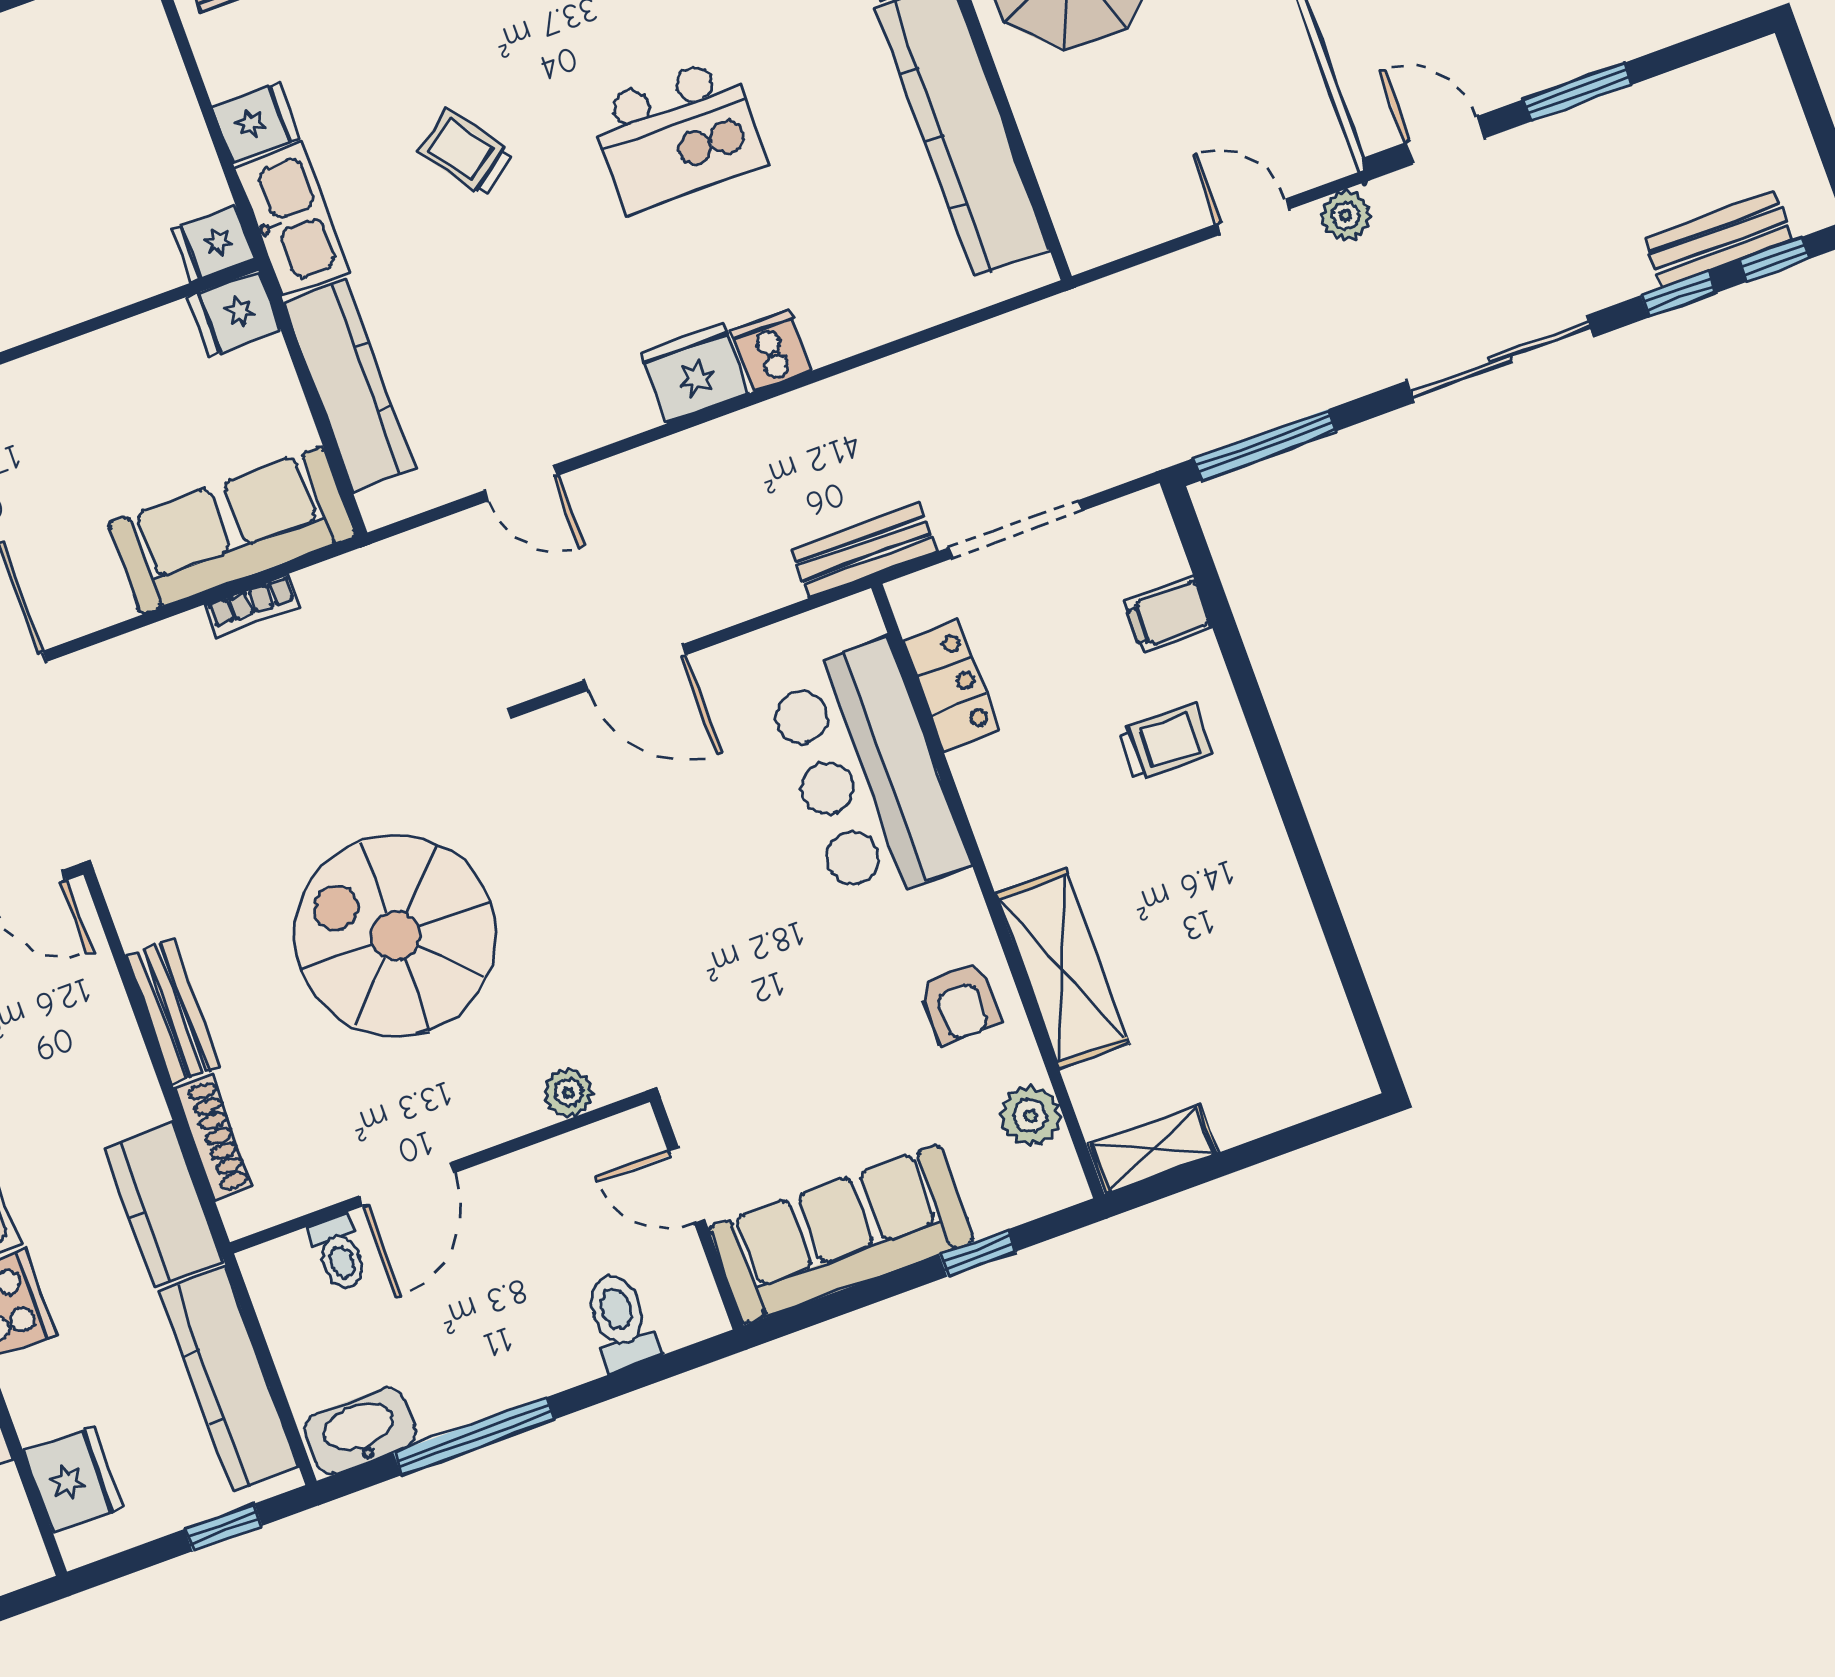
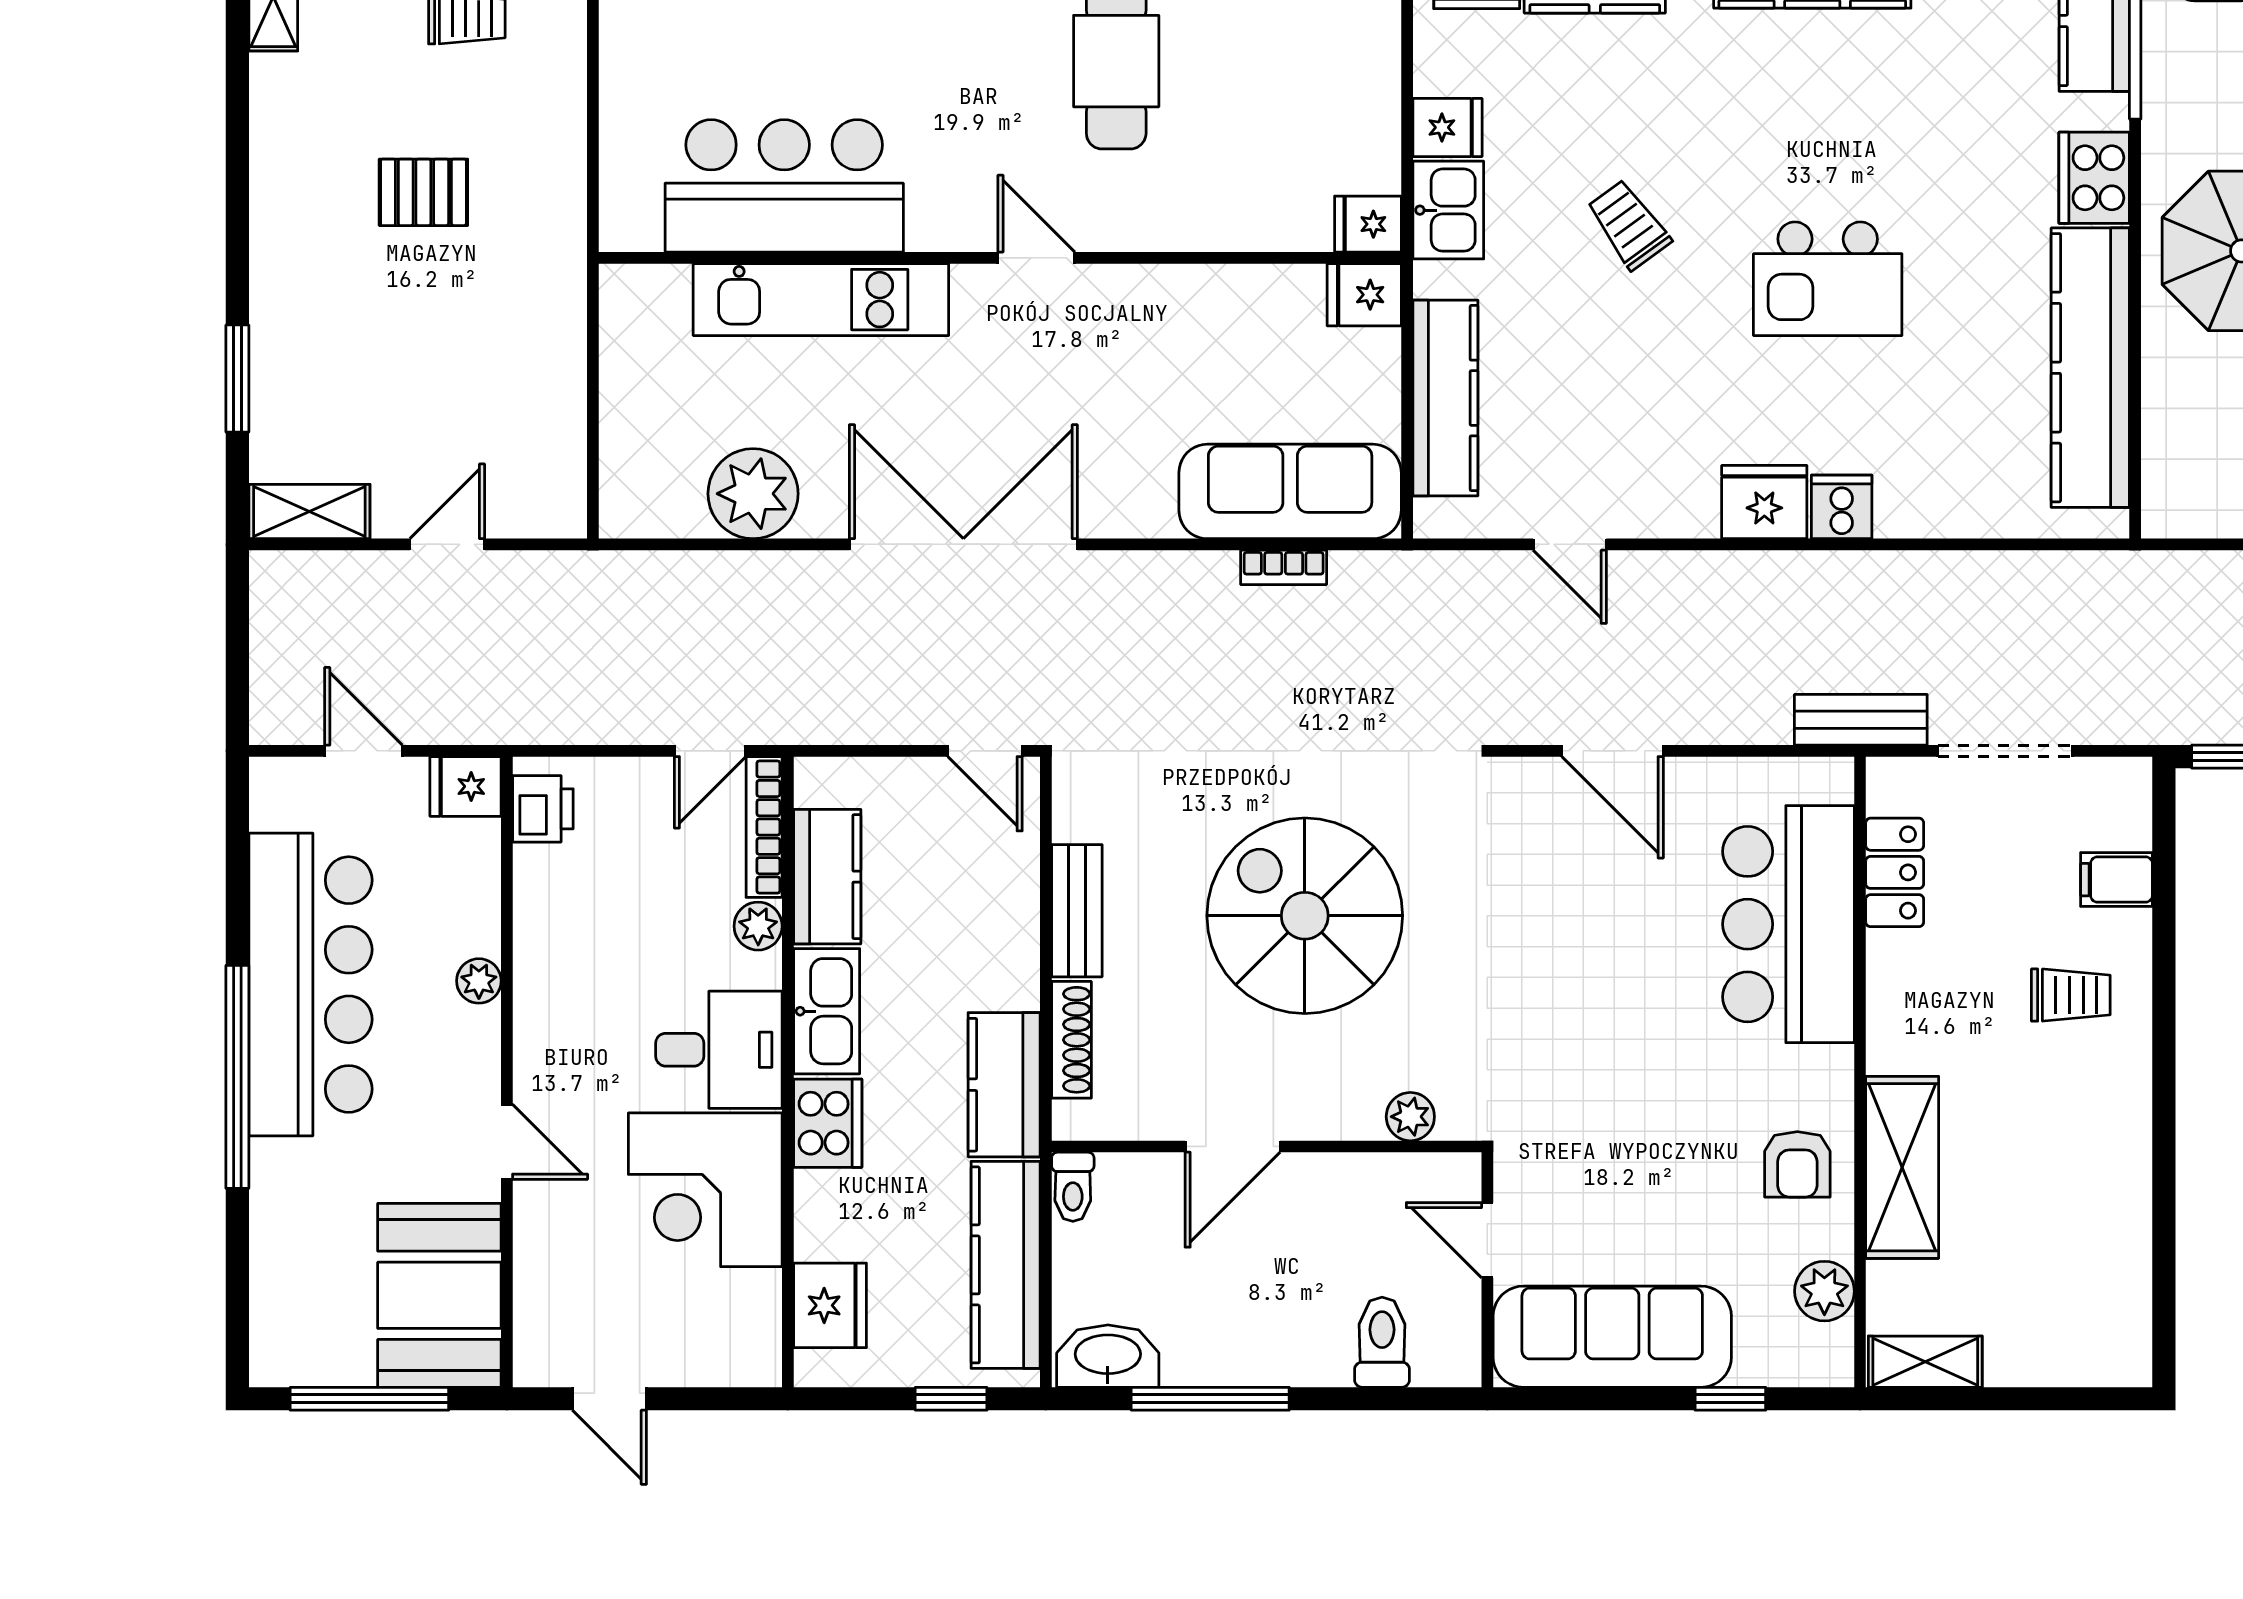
kitchen sink: (292, 220) -> (1448, 210), width x0.73
toilet: (339, 1253) -> (1073, 1187), moved

